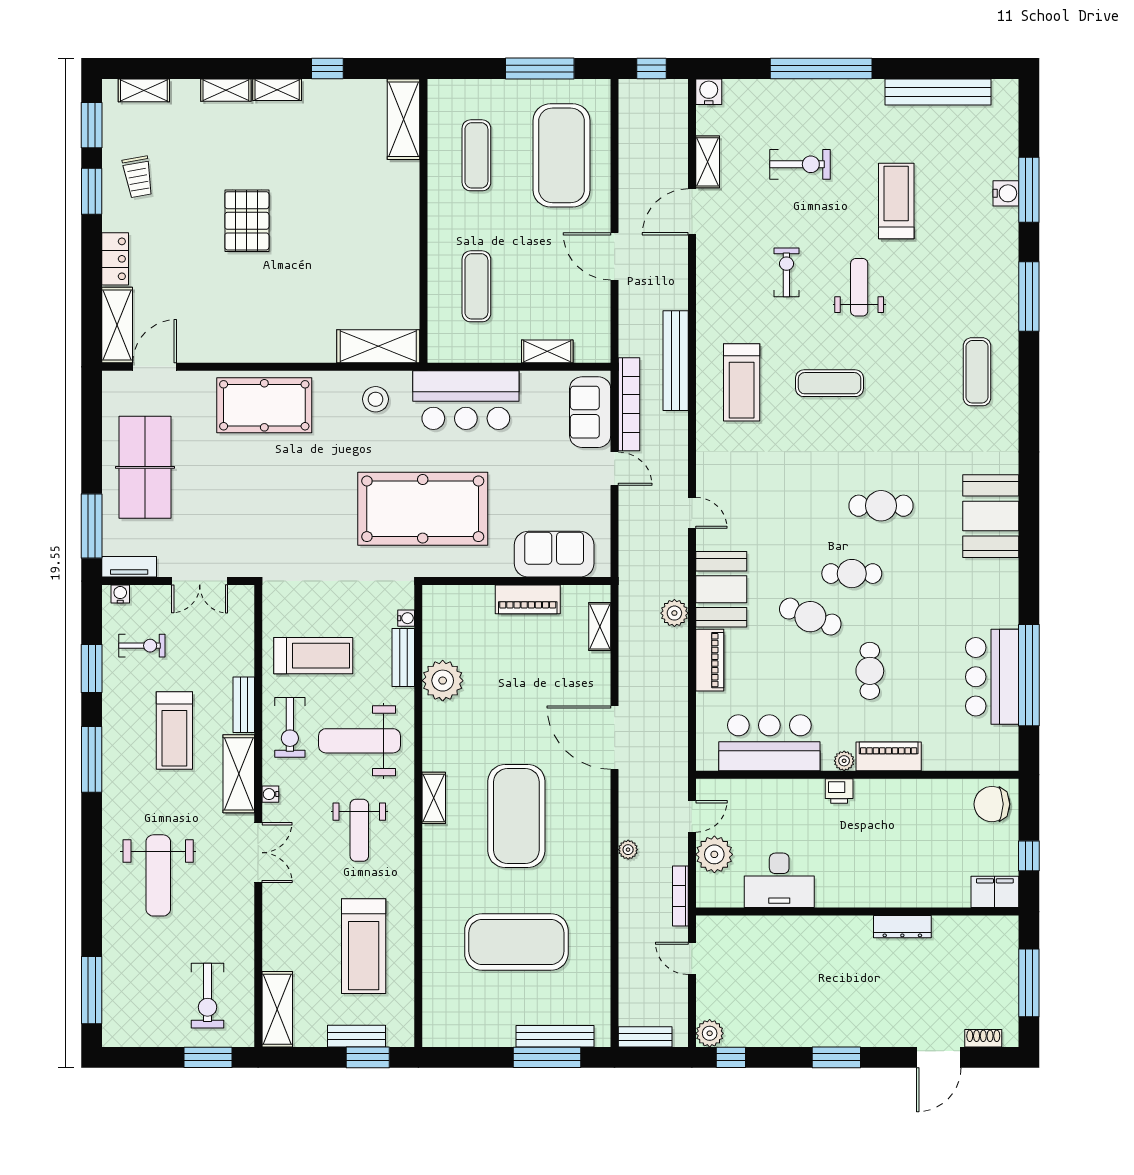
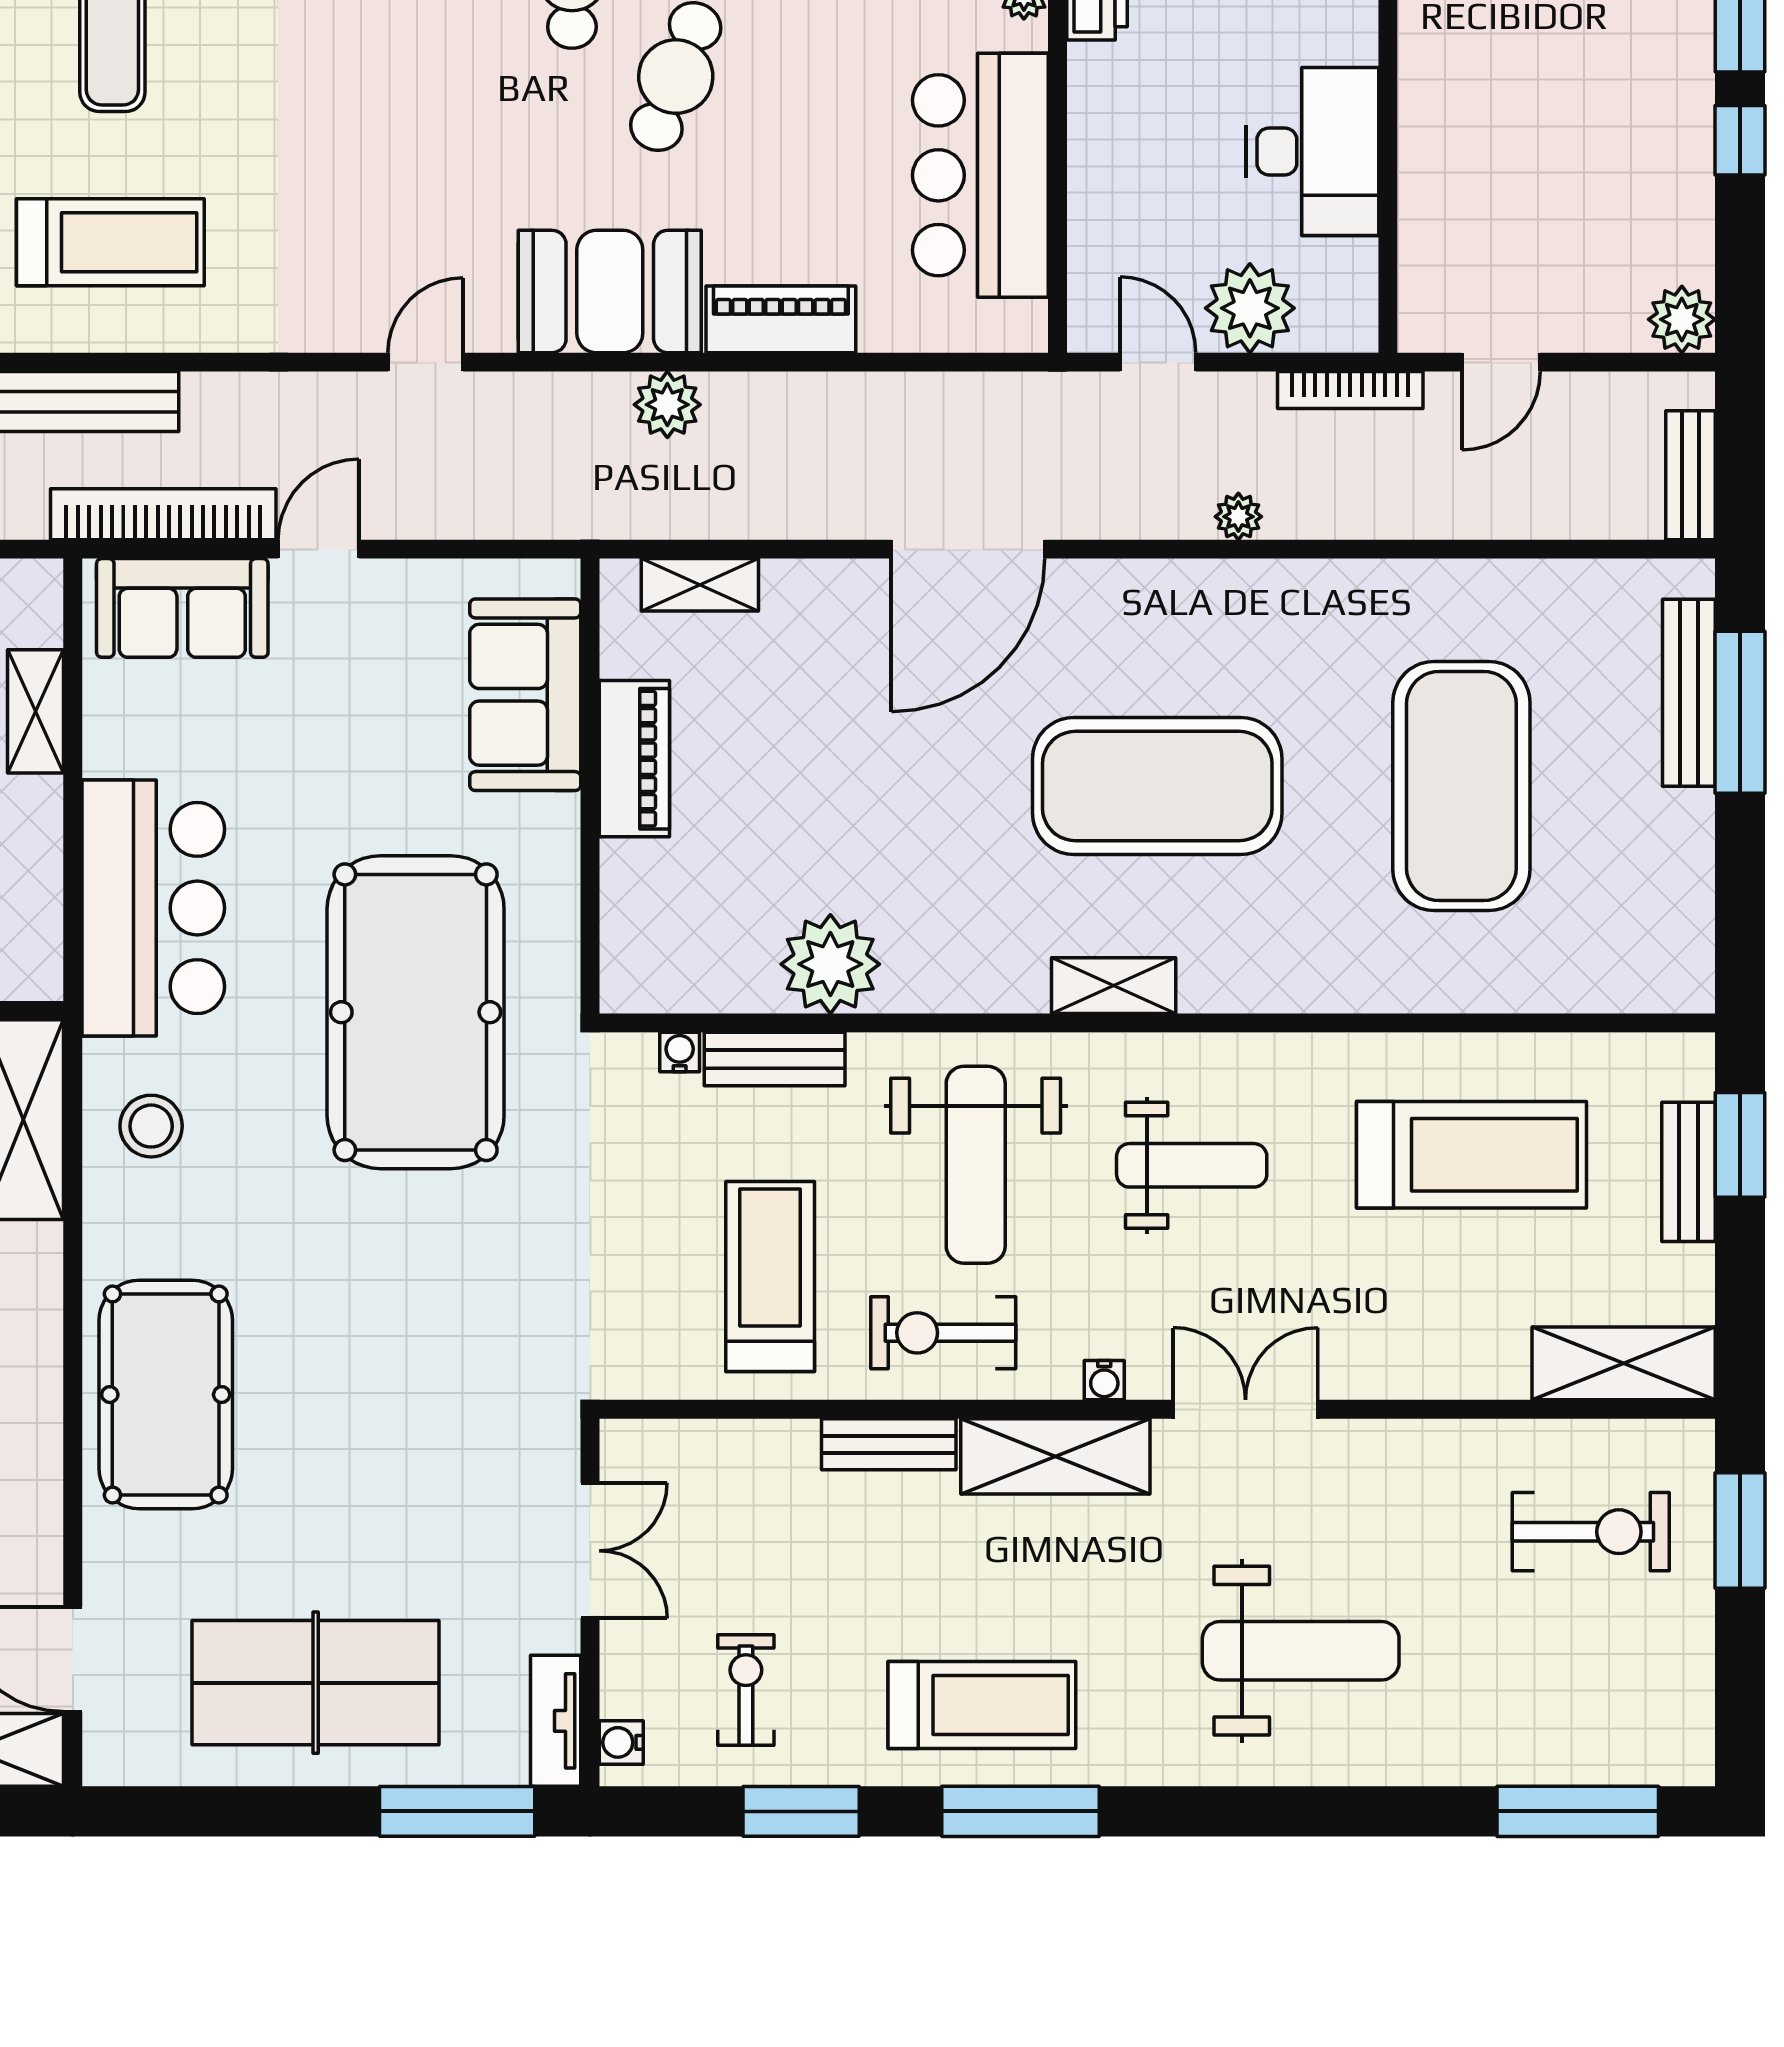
exercise bike: (290, 727) -> (943, 1333), turned 180
treadmill: (174, 731) -> (982, 1705), moved
window: (731, 1057) -> (1740, 140), moved

